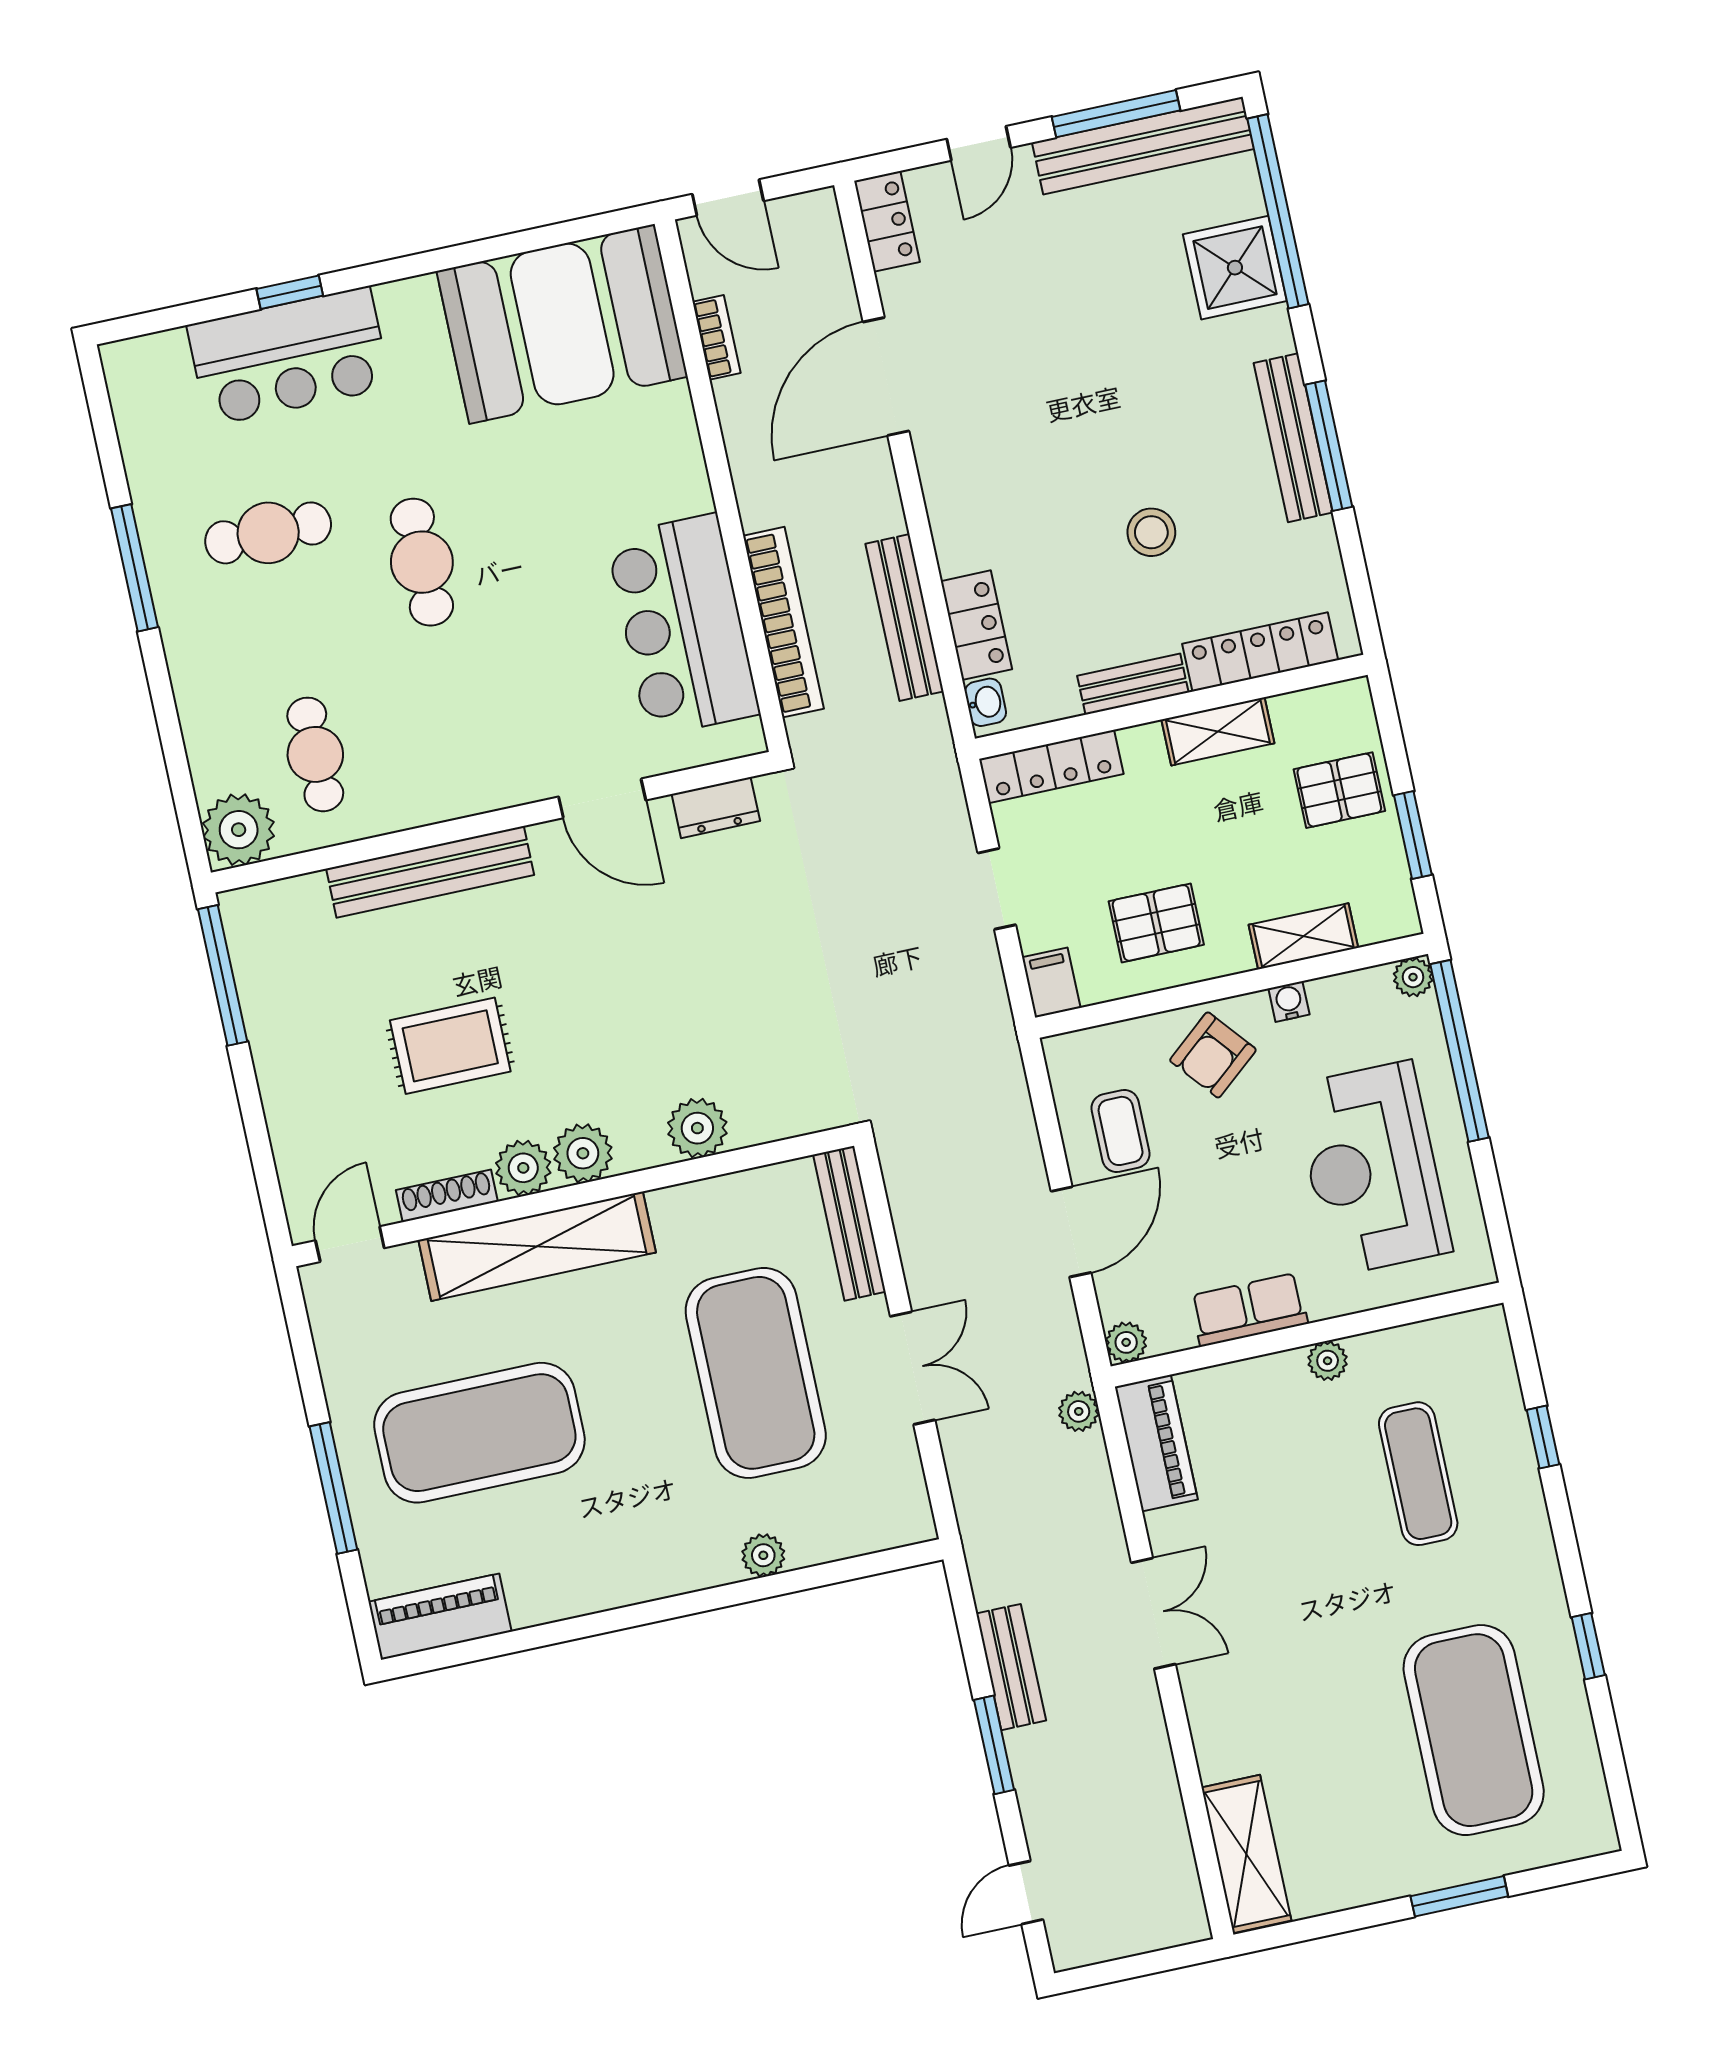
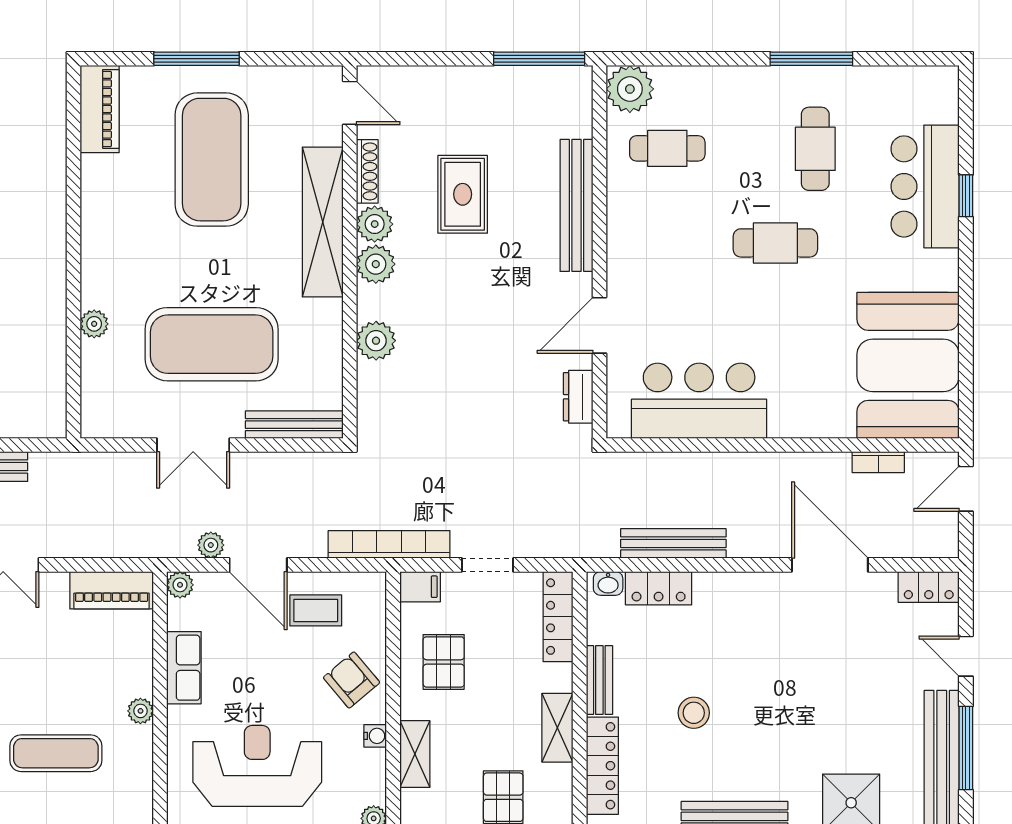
bookcase: (783, 622) -> (389, 544), moved, turned 180
plant: (1079, 1411) -> (211, 545), moved

